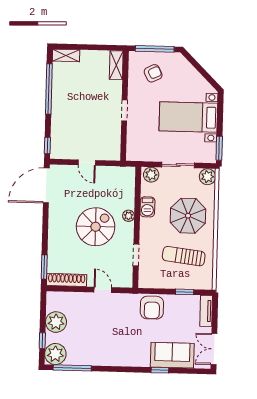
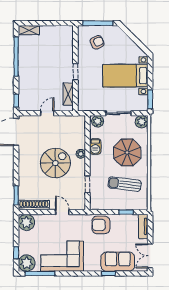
shelving: (116, 65) -> (68, 94), moved
door: (87, 163) -> (47, 113), swing flipped
armchair: (152, 308) -> (101, 225), turned 90
plant: (56, 322) -> (26, 222), moved
corner sofa: (101, 346) -> (62, 256), added

